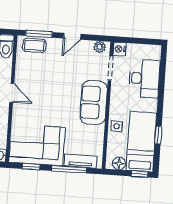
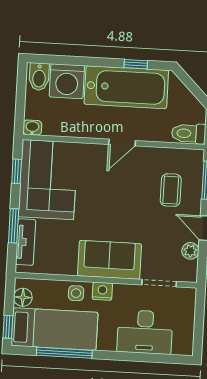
coffee table: (34, 45) -> (171, 190), moved
plant: (100, 47) -> (190, 251), moved
nightstand: (119, 49) -> (102, 291), moved
window: (158, 135) -> (64, 353), width x2.17
window: (69, 169) -> (14, 226), width x0.69

